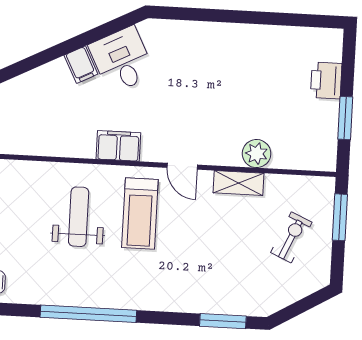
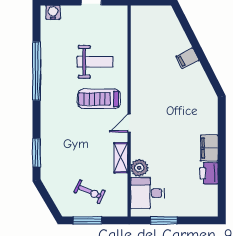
desk: (122, 60) -> (147, 193), moved, turned -153
printer: (326, 80) -> (209, 173), moved, turned -90
filing cabinet: (118, 146) -> (209, 148), moved, turned 180
window: (340, 217) -> (87, 220), moved

